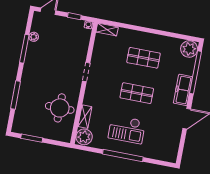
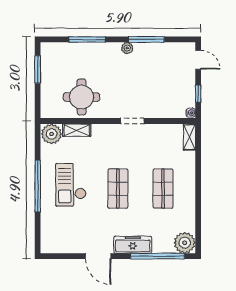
plant: (34, 37) -> (127, 48), moved

